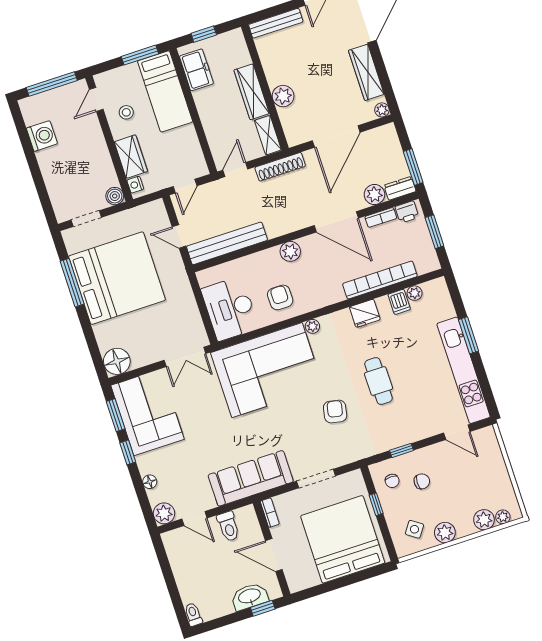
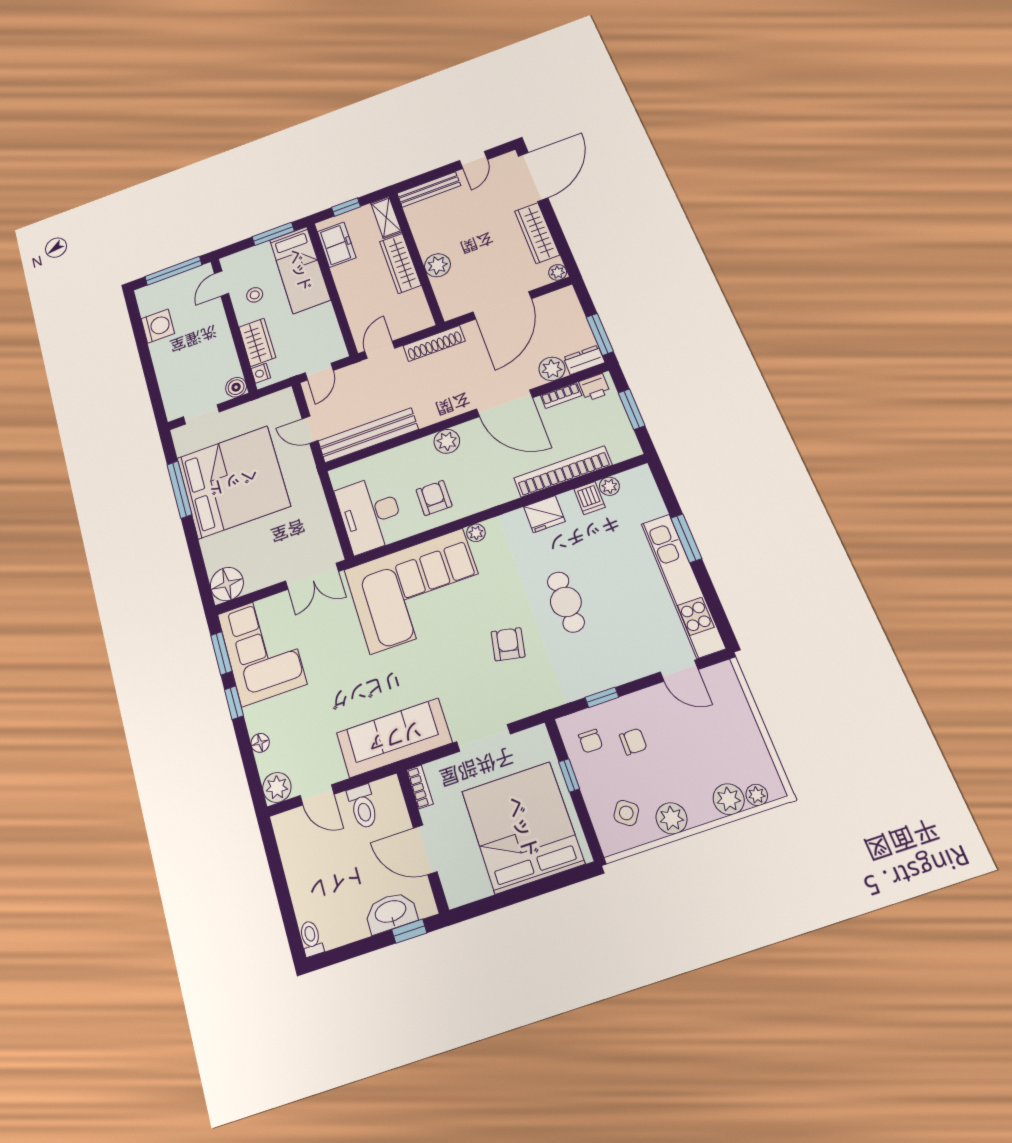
shelving: (268, 135) -> (386, 218), moved

